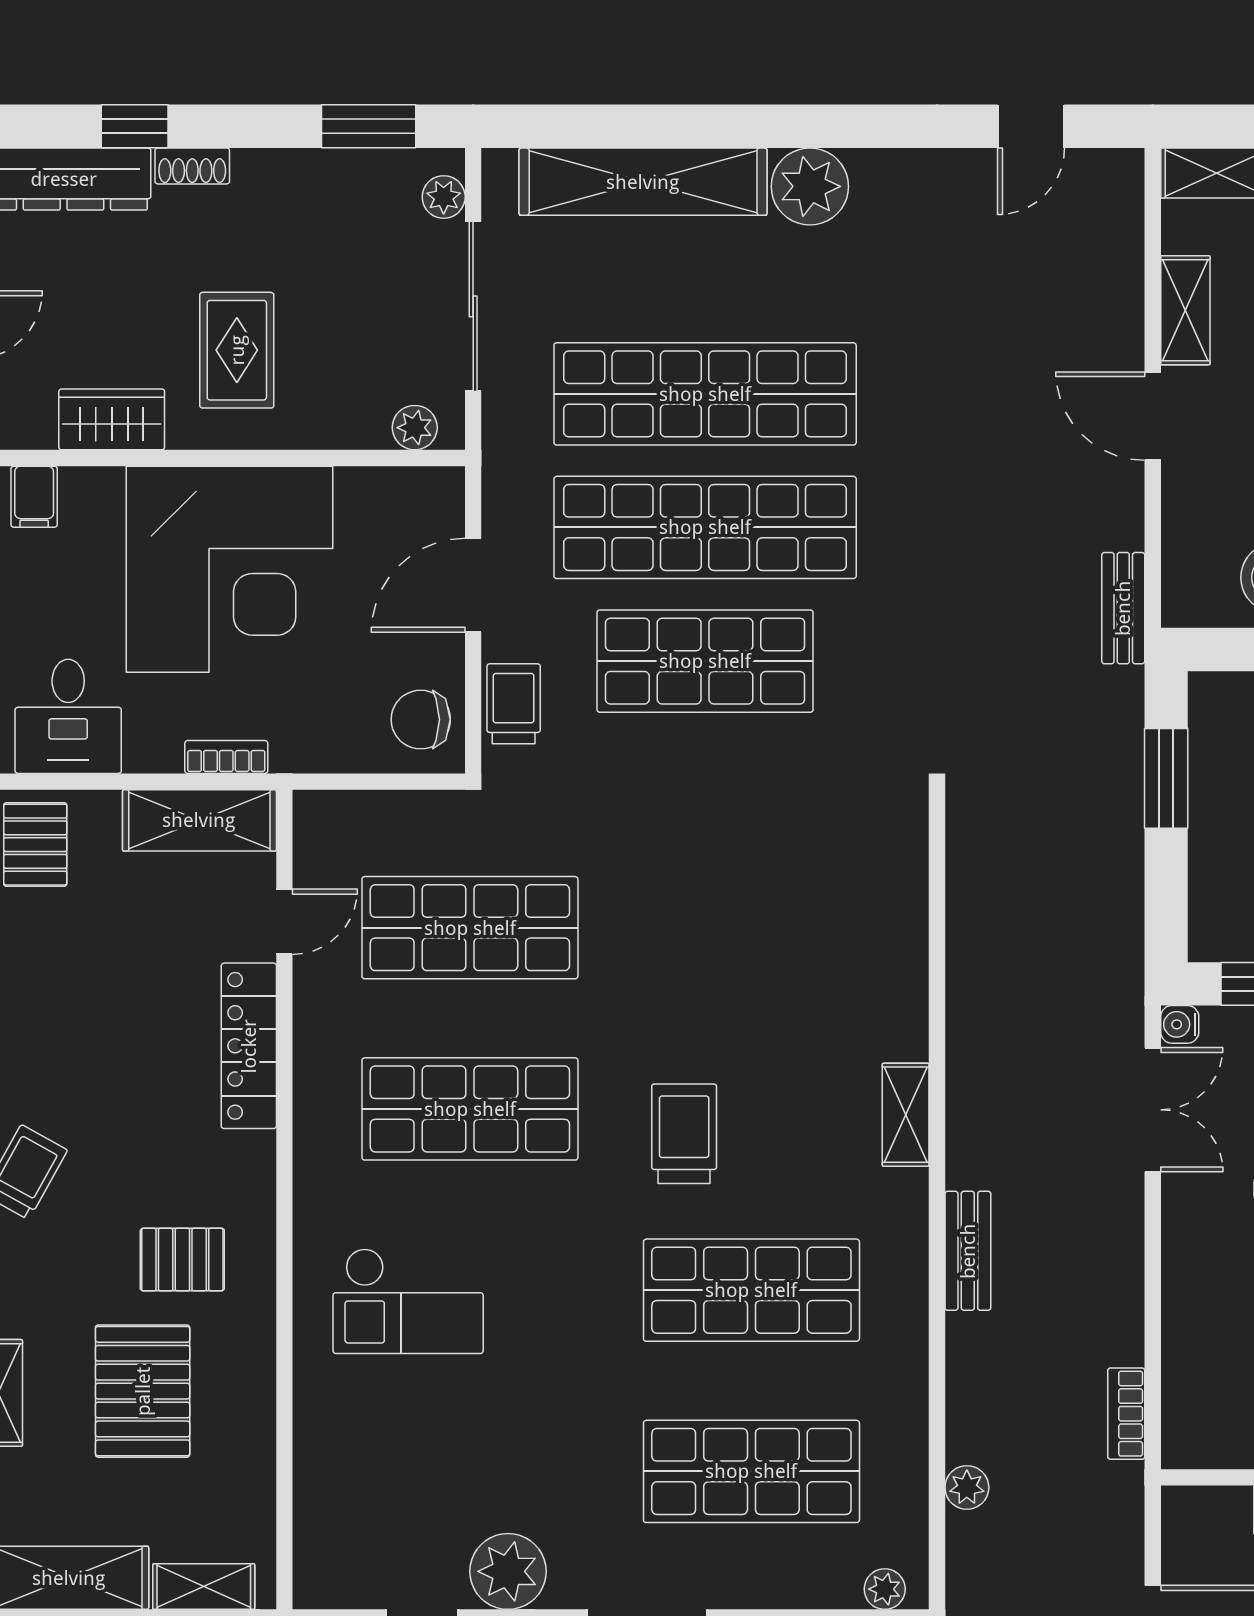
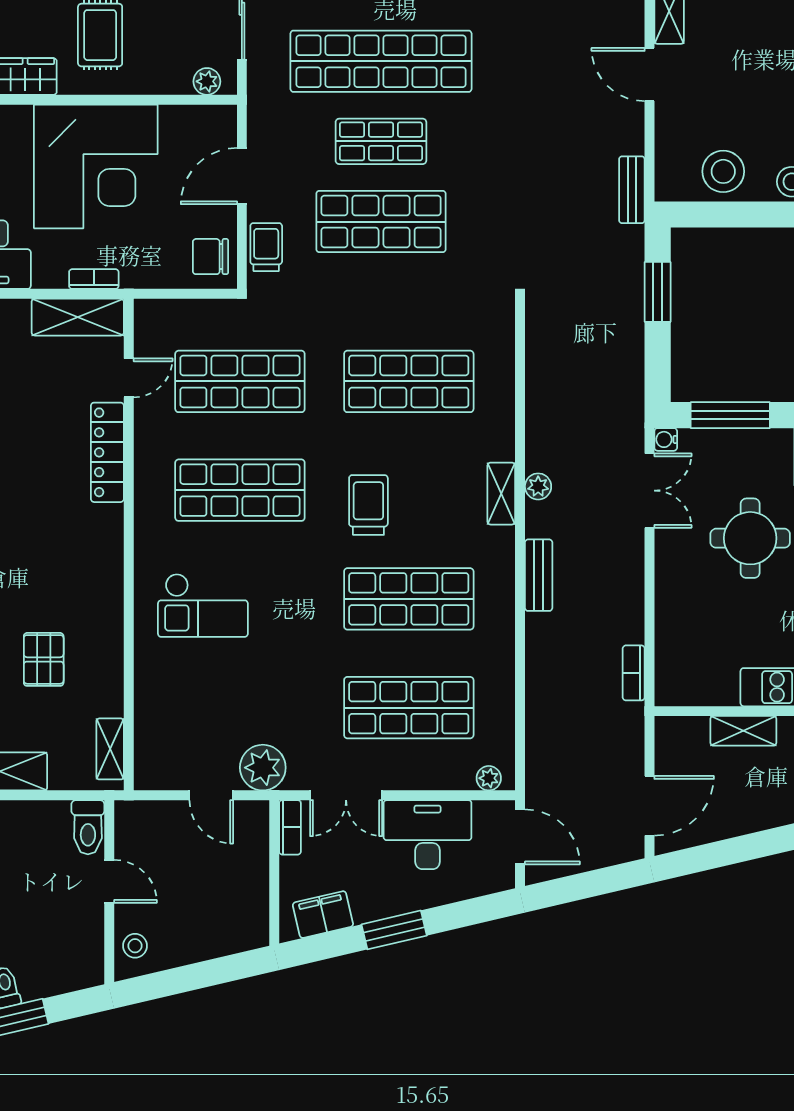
shop shelf: (705, 527) -> (381, 141), width x0.50, depth x0.74
shop shelf: (751, 928) -> (409, 381), added
pallet: (182, 1260) -> (67, 580), removed
pallet: (143, 1391) -> (44, 659), width x0.67, depth x0.71
plant: (967, 1487) -> (538, 486), moved
shelving: (204, 1587) -> (110, 749), moved, turned 90

